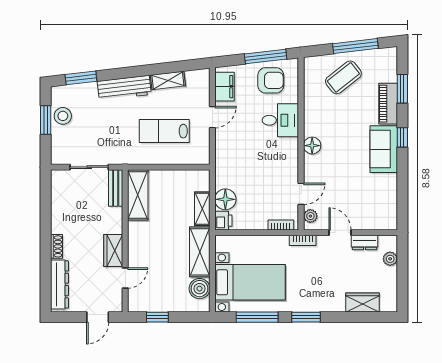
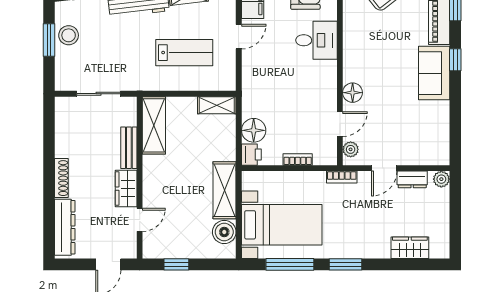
lab bench: (164, 131) -> (184, 53), turned 180
floor lamp: (312, 146) -> (353, 93), moved
bench: (116, 188) -> (129, 148), moved
shelving: (202, 209) -> (217, 105), moved, turned 90
bookcase: (281, 225) -> (298, 159), moved
door: (340, 233) -> (384, 168), swing flipped
shoe rack: (57, 246) -> (61, 178), width x1.43
plant: (390, 259) -> (441, 179), moved

